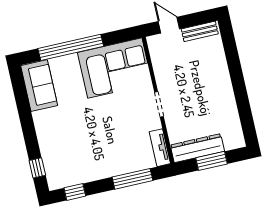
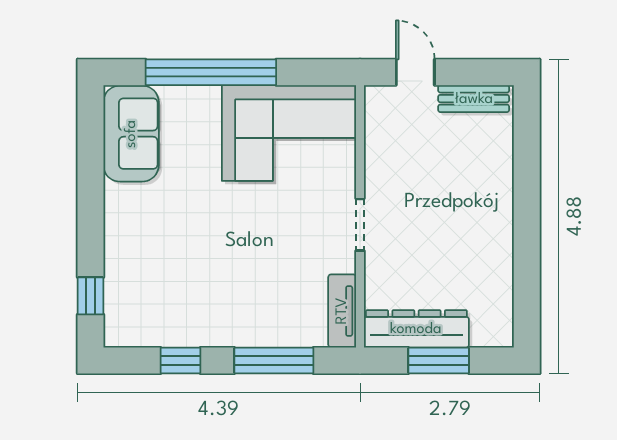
window: (75, 192) -> (180, 360), moved

